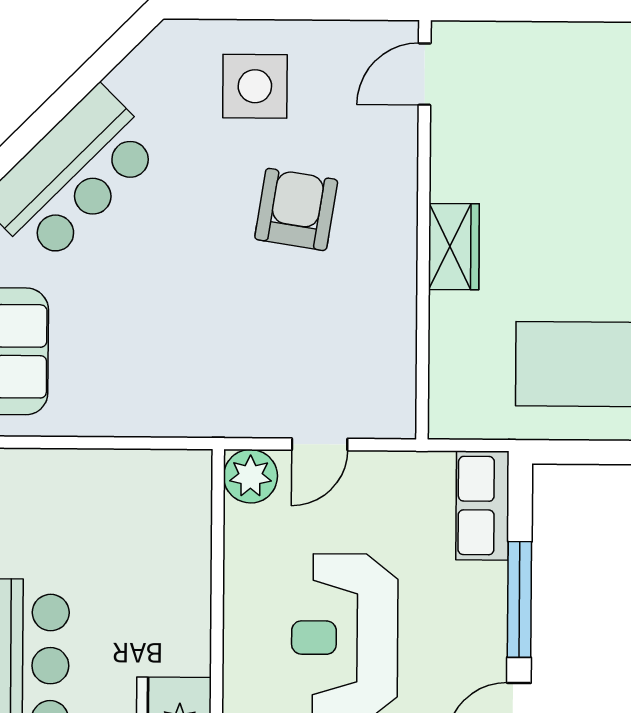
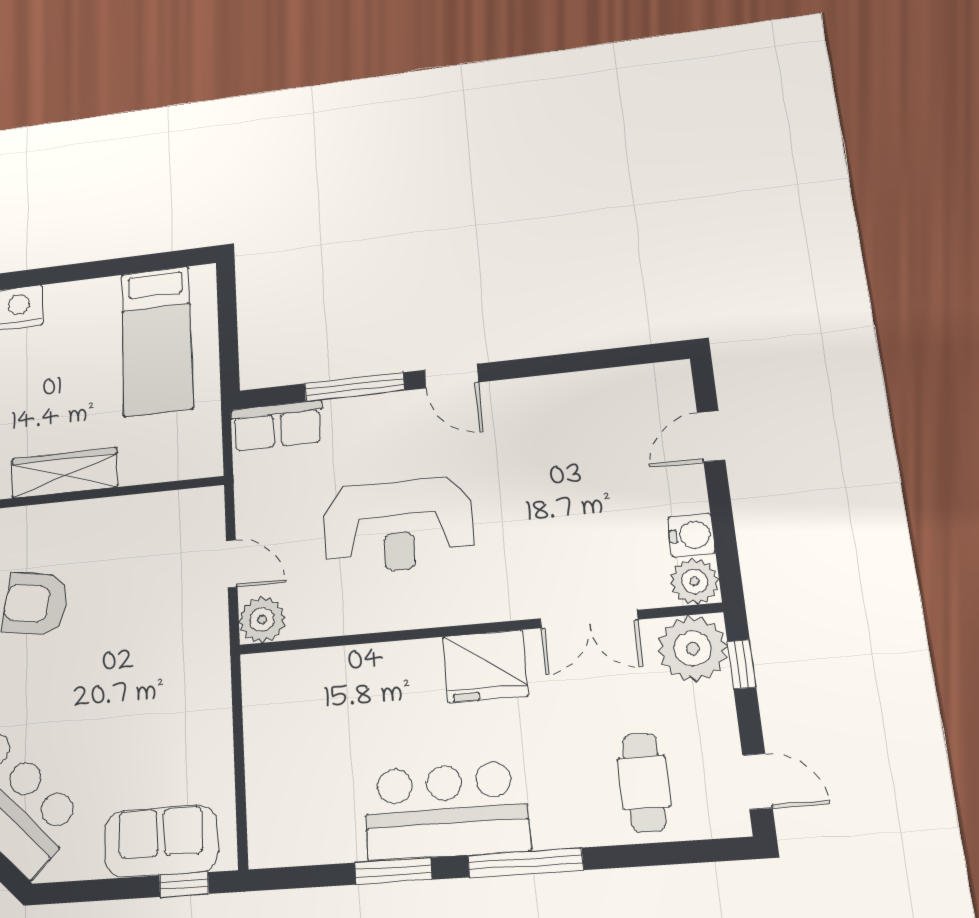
wardrobe: (454, 247) -> (65, 473), width x1.50

